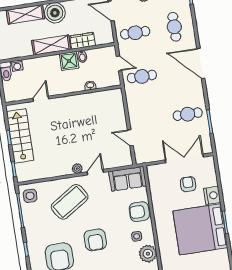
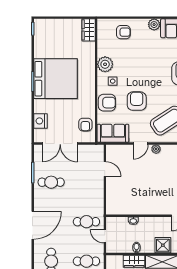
shower: (69, 61) -> (163, 245), moved
door: (201, 63) -> (33, 225), hinge flipped
armchair: (188, 184) -> (85, 125), moved
nightstand: (212, 195) -> (40, 121), moved
armchair: (95, 240) -> (137, 101), moved

